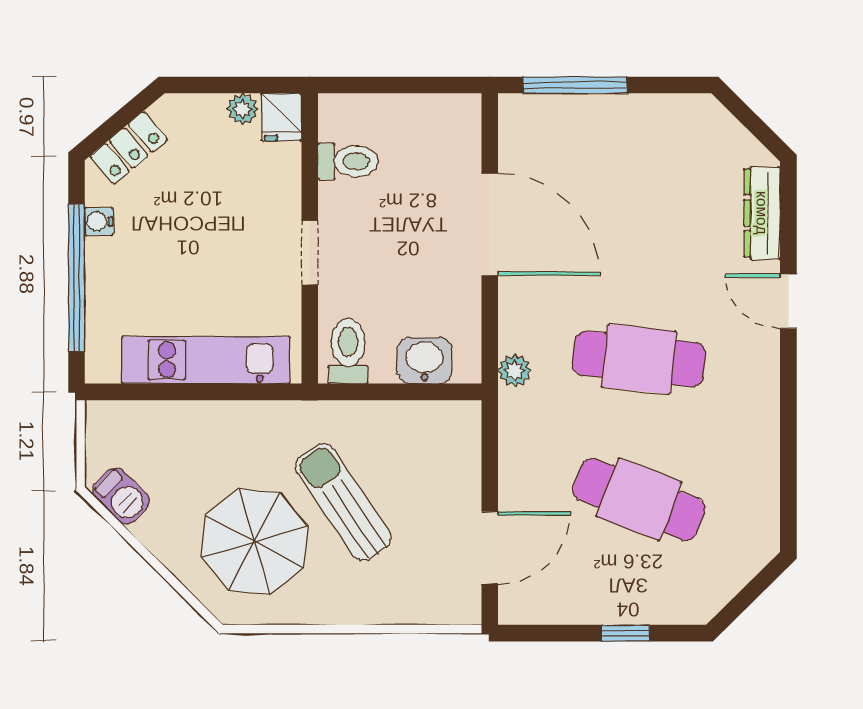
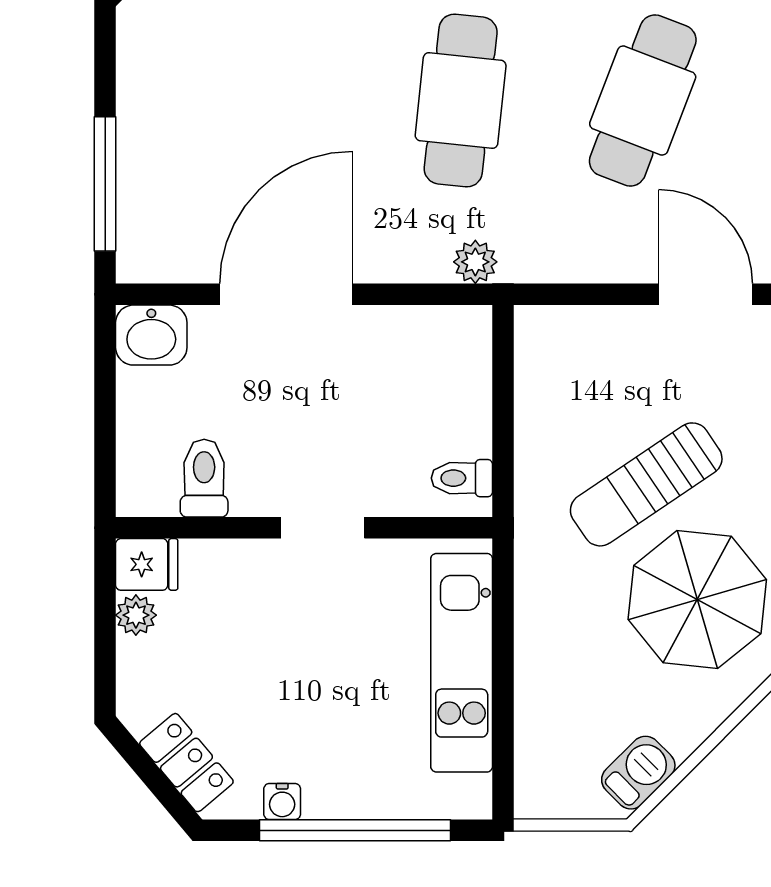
toilet: (348, 351) -> (462, 478), width x0.73, depth x0.72
washbasin: (425, 360) -> (151, 335), moved, turned -90

